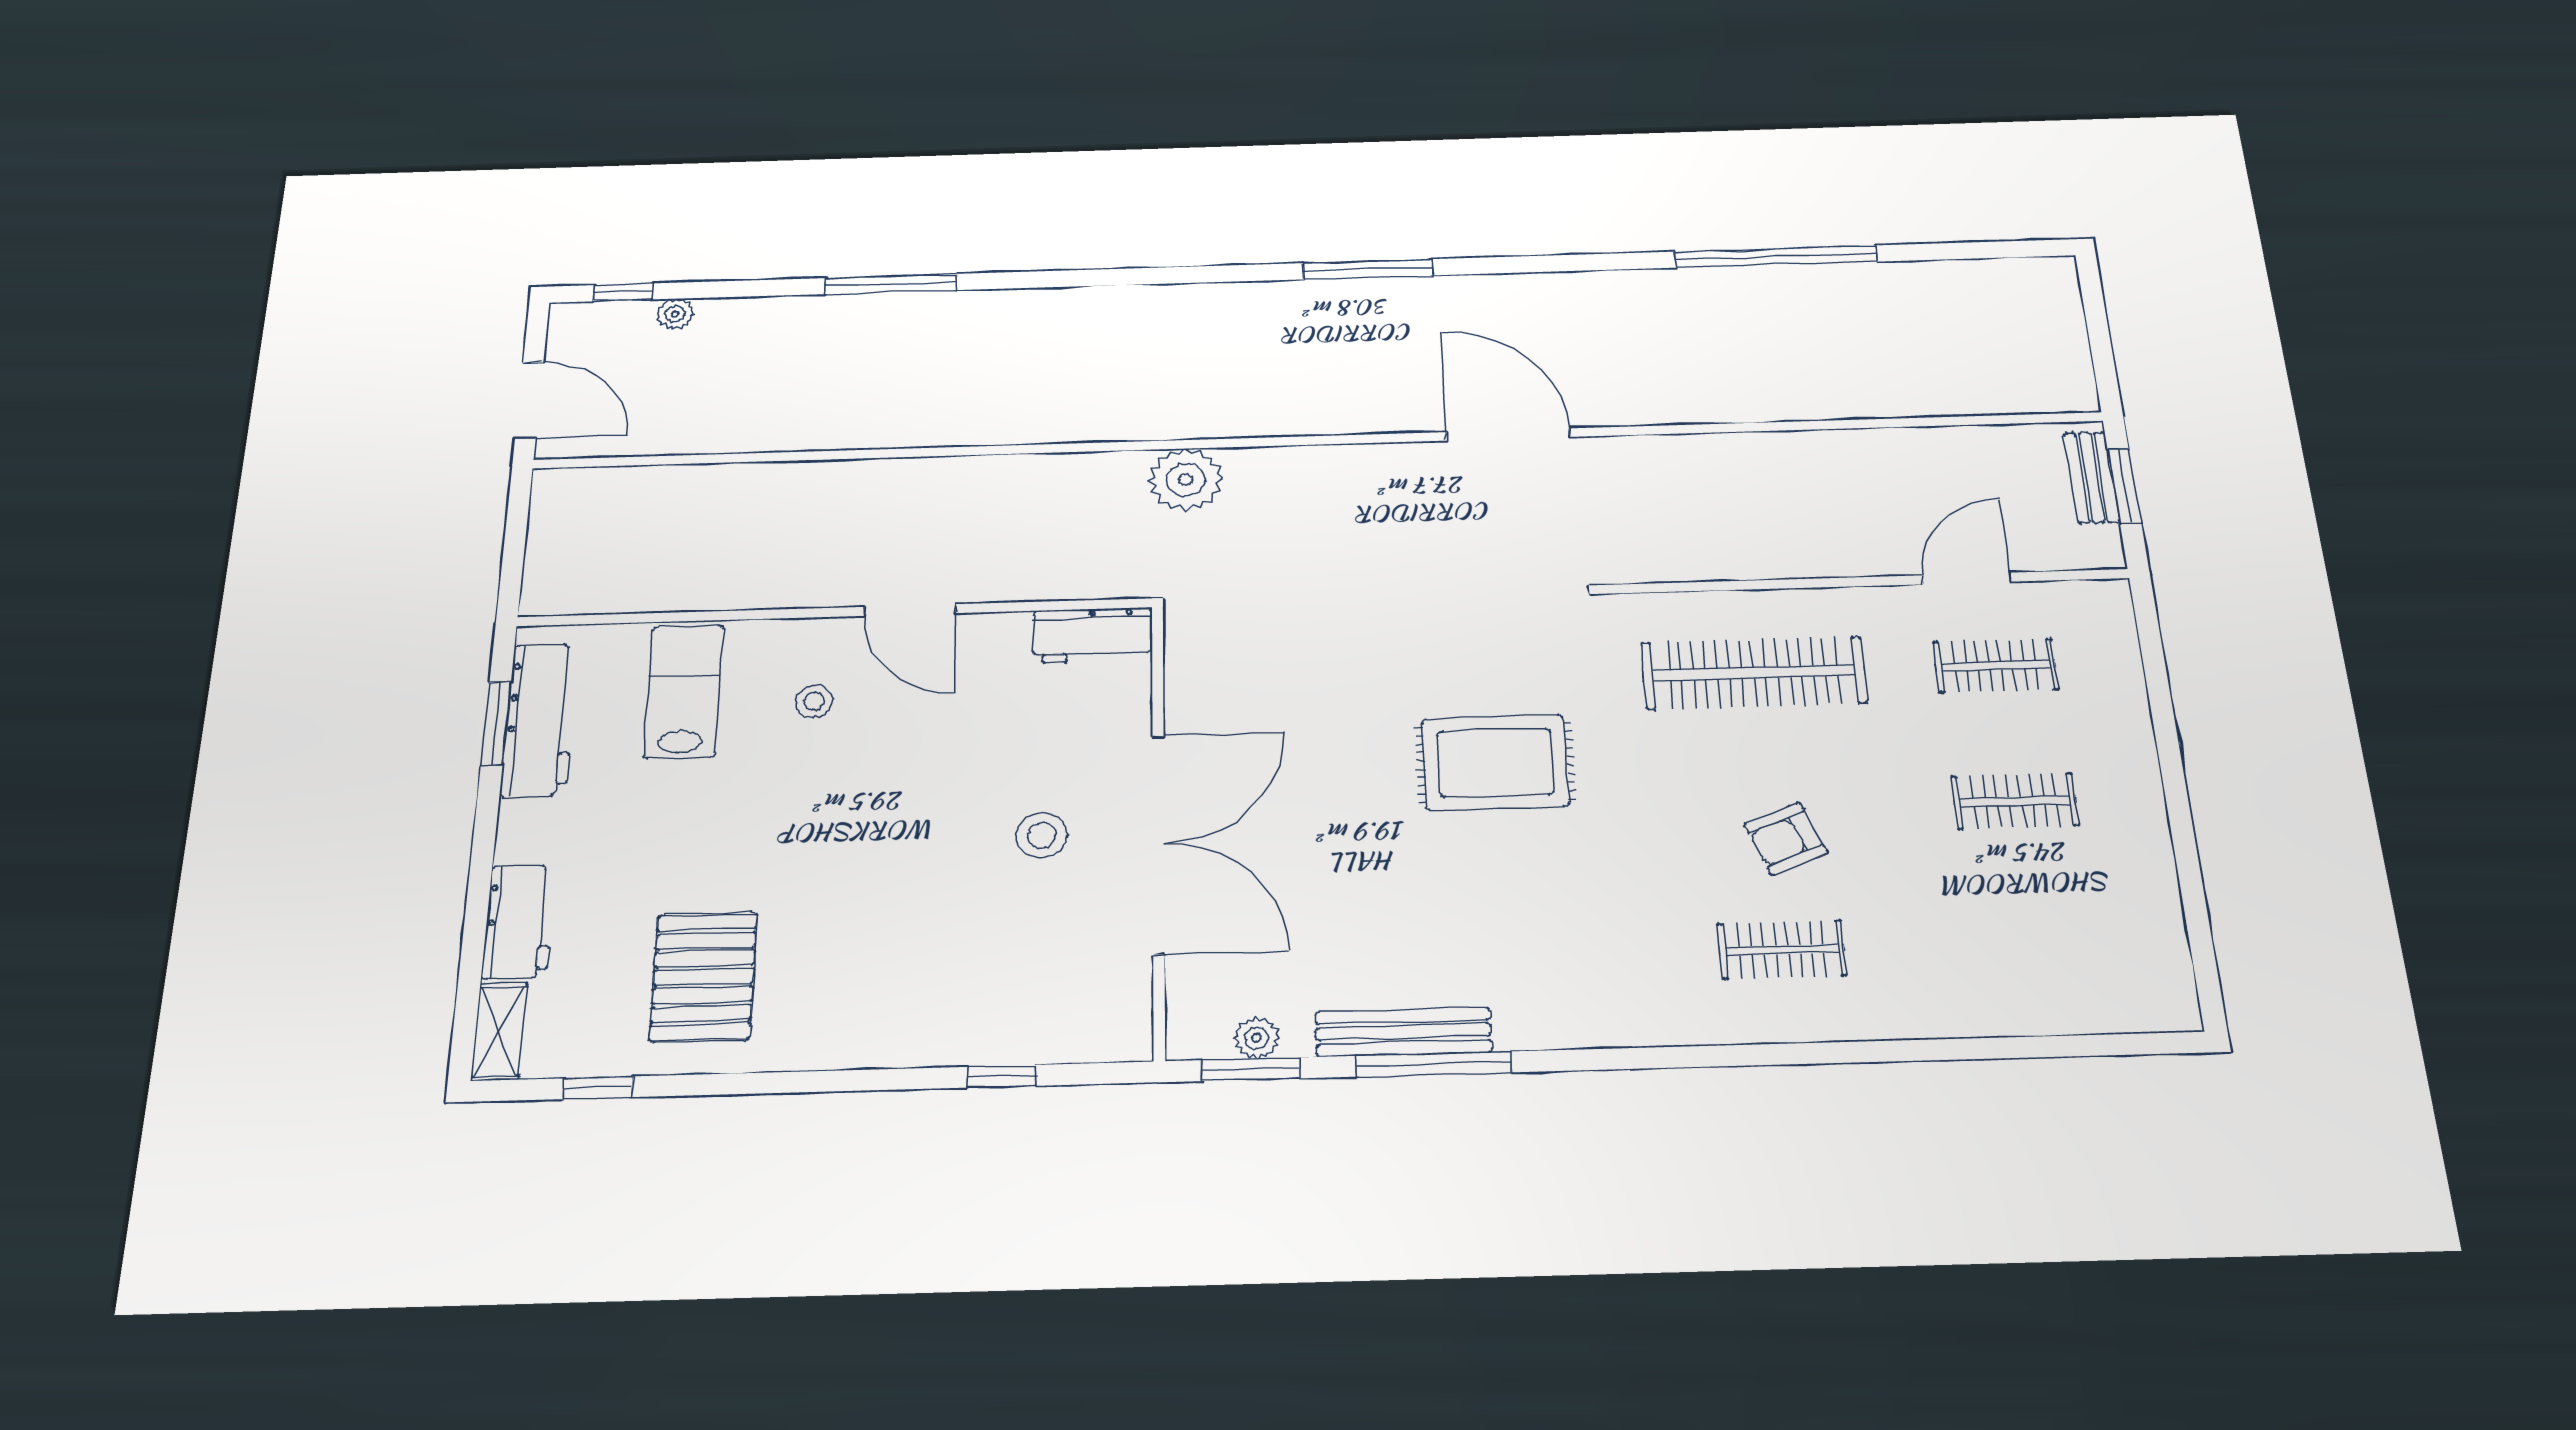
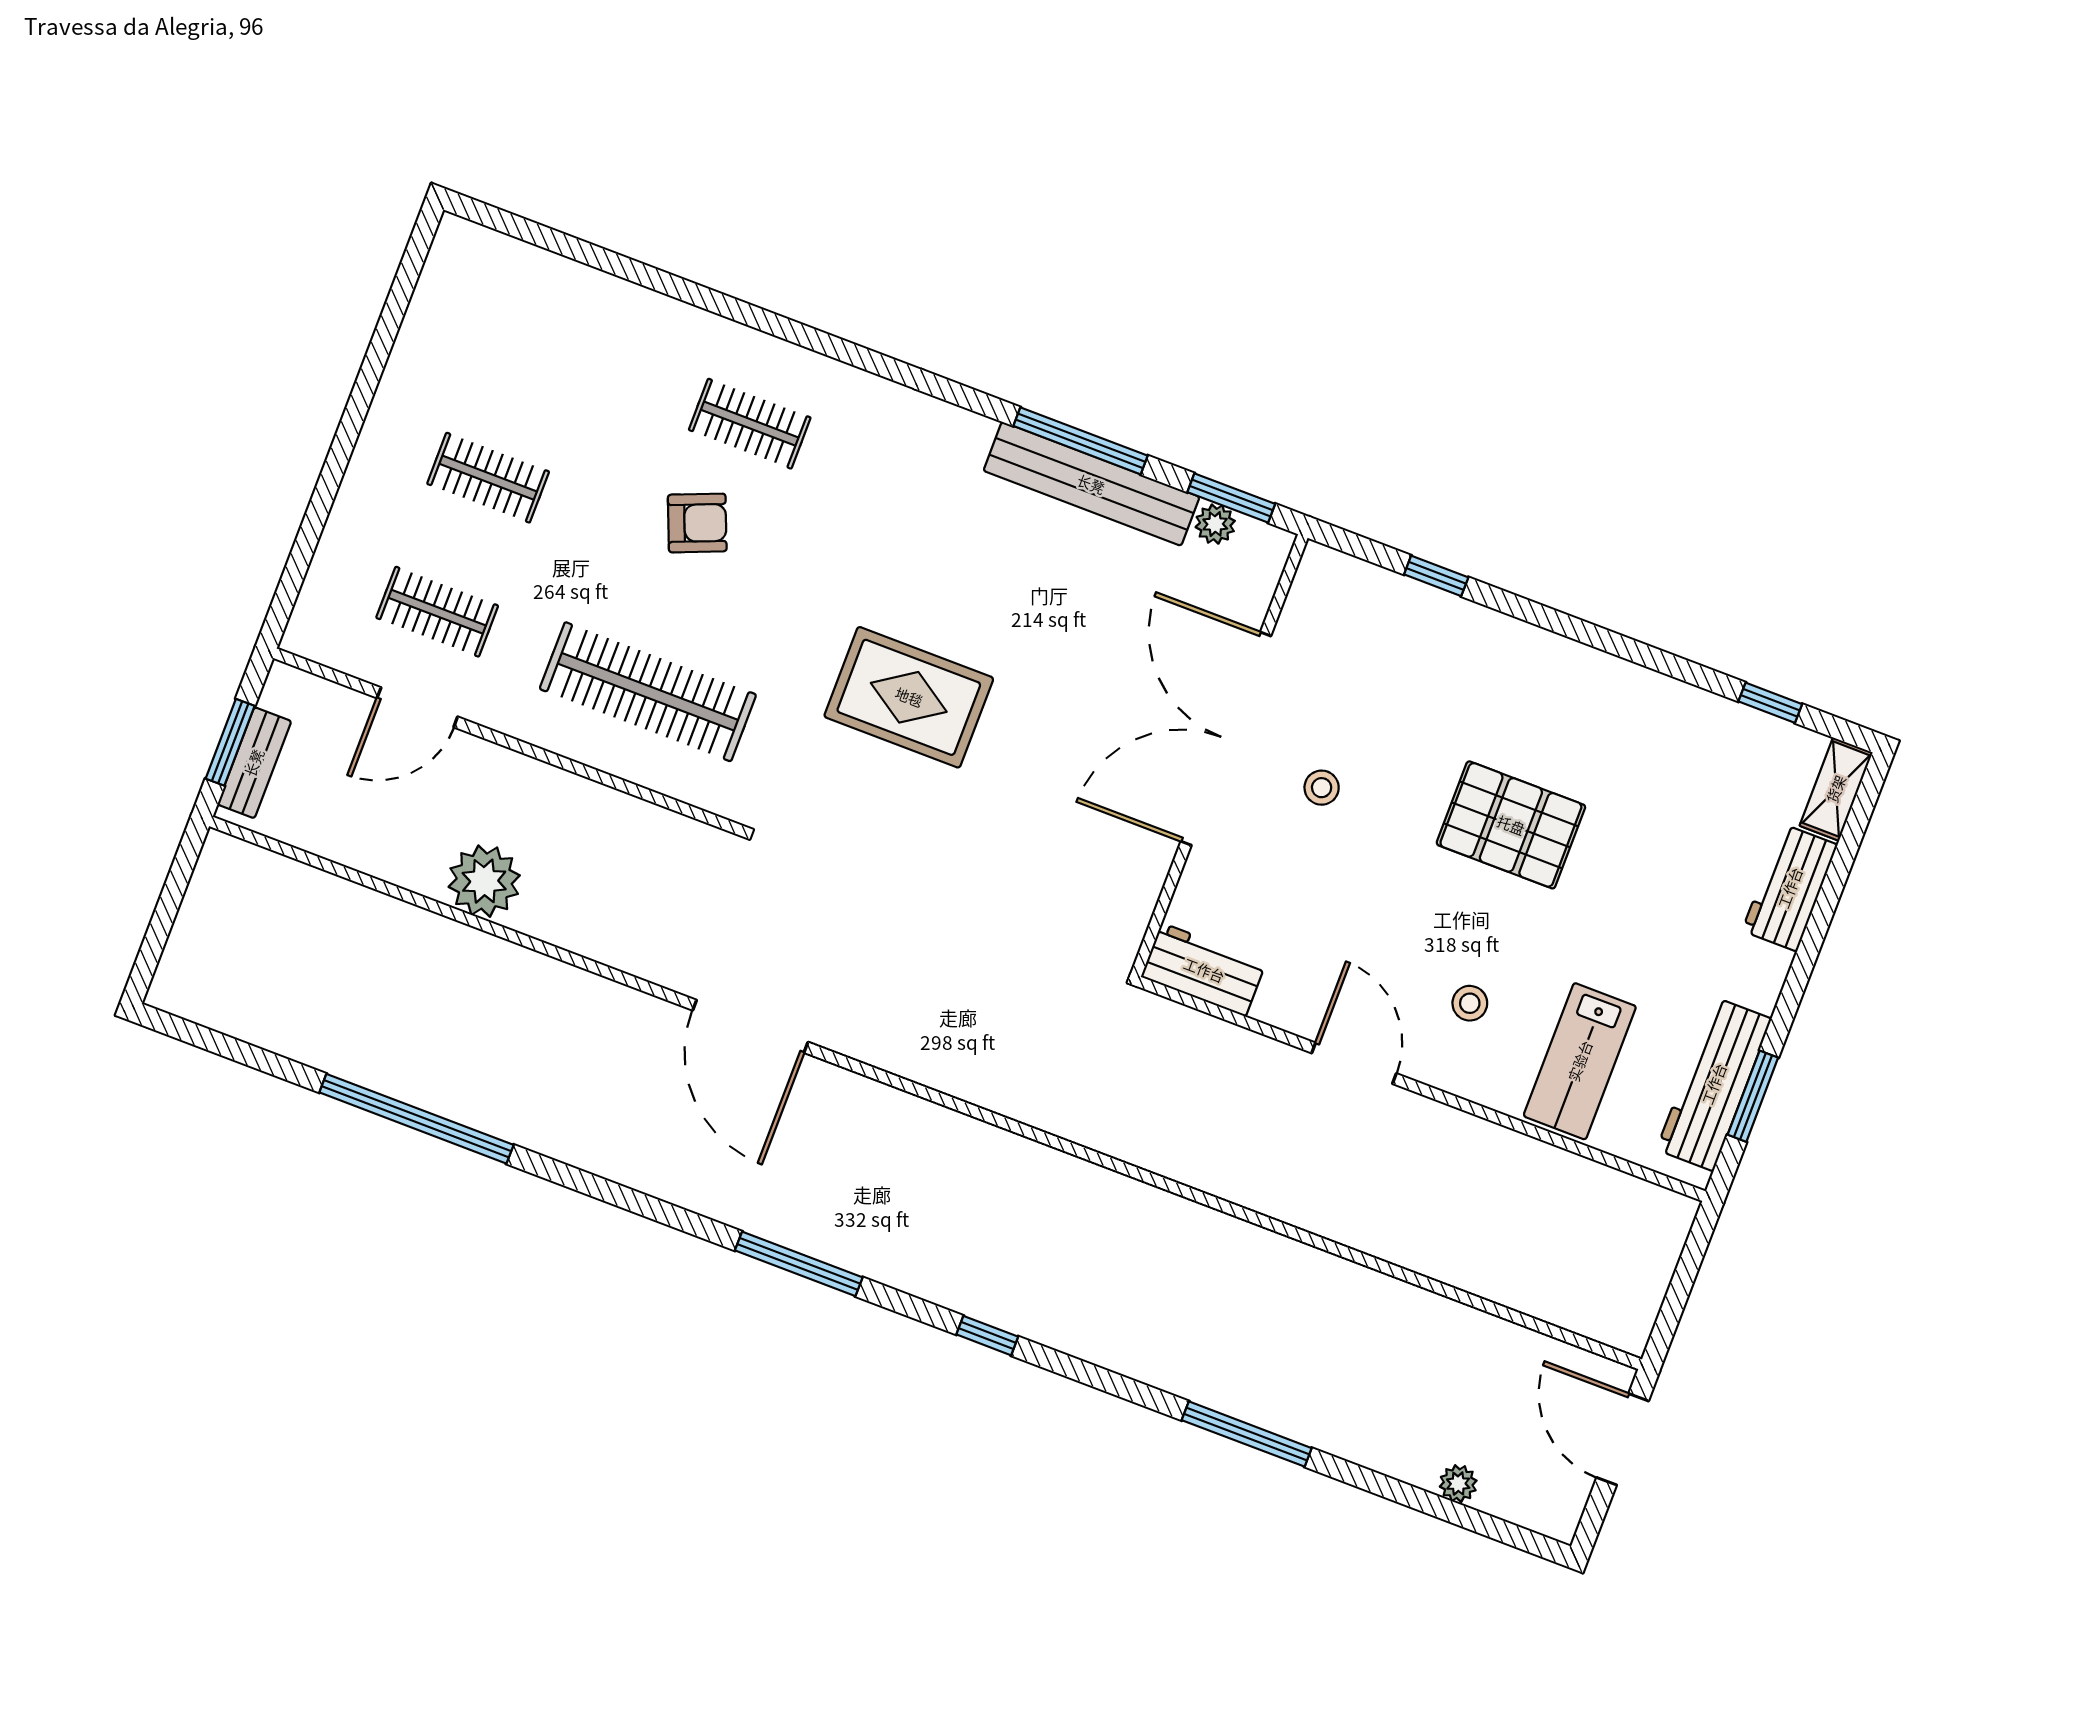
window: (623, 292) -> (987, 1336), moved
plant: (1186, 480) -> (484, 881), moved
stool: (1042, 835) -> (1322, 788), width x0.73, depth x0.73
pallet: (703, 977) -> (1511, 825), moved, turned 90
bench: (1403, 1032) -> (1091, 484), width x1.37, depth x1.21

